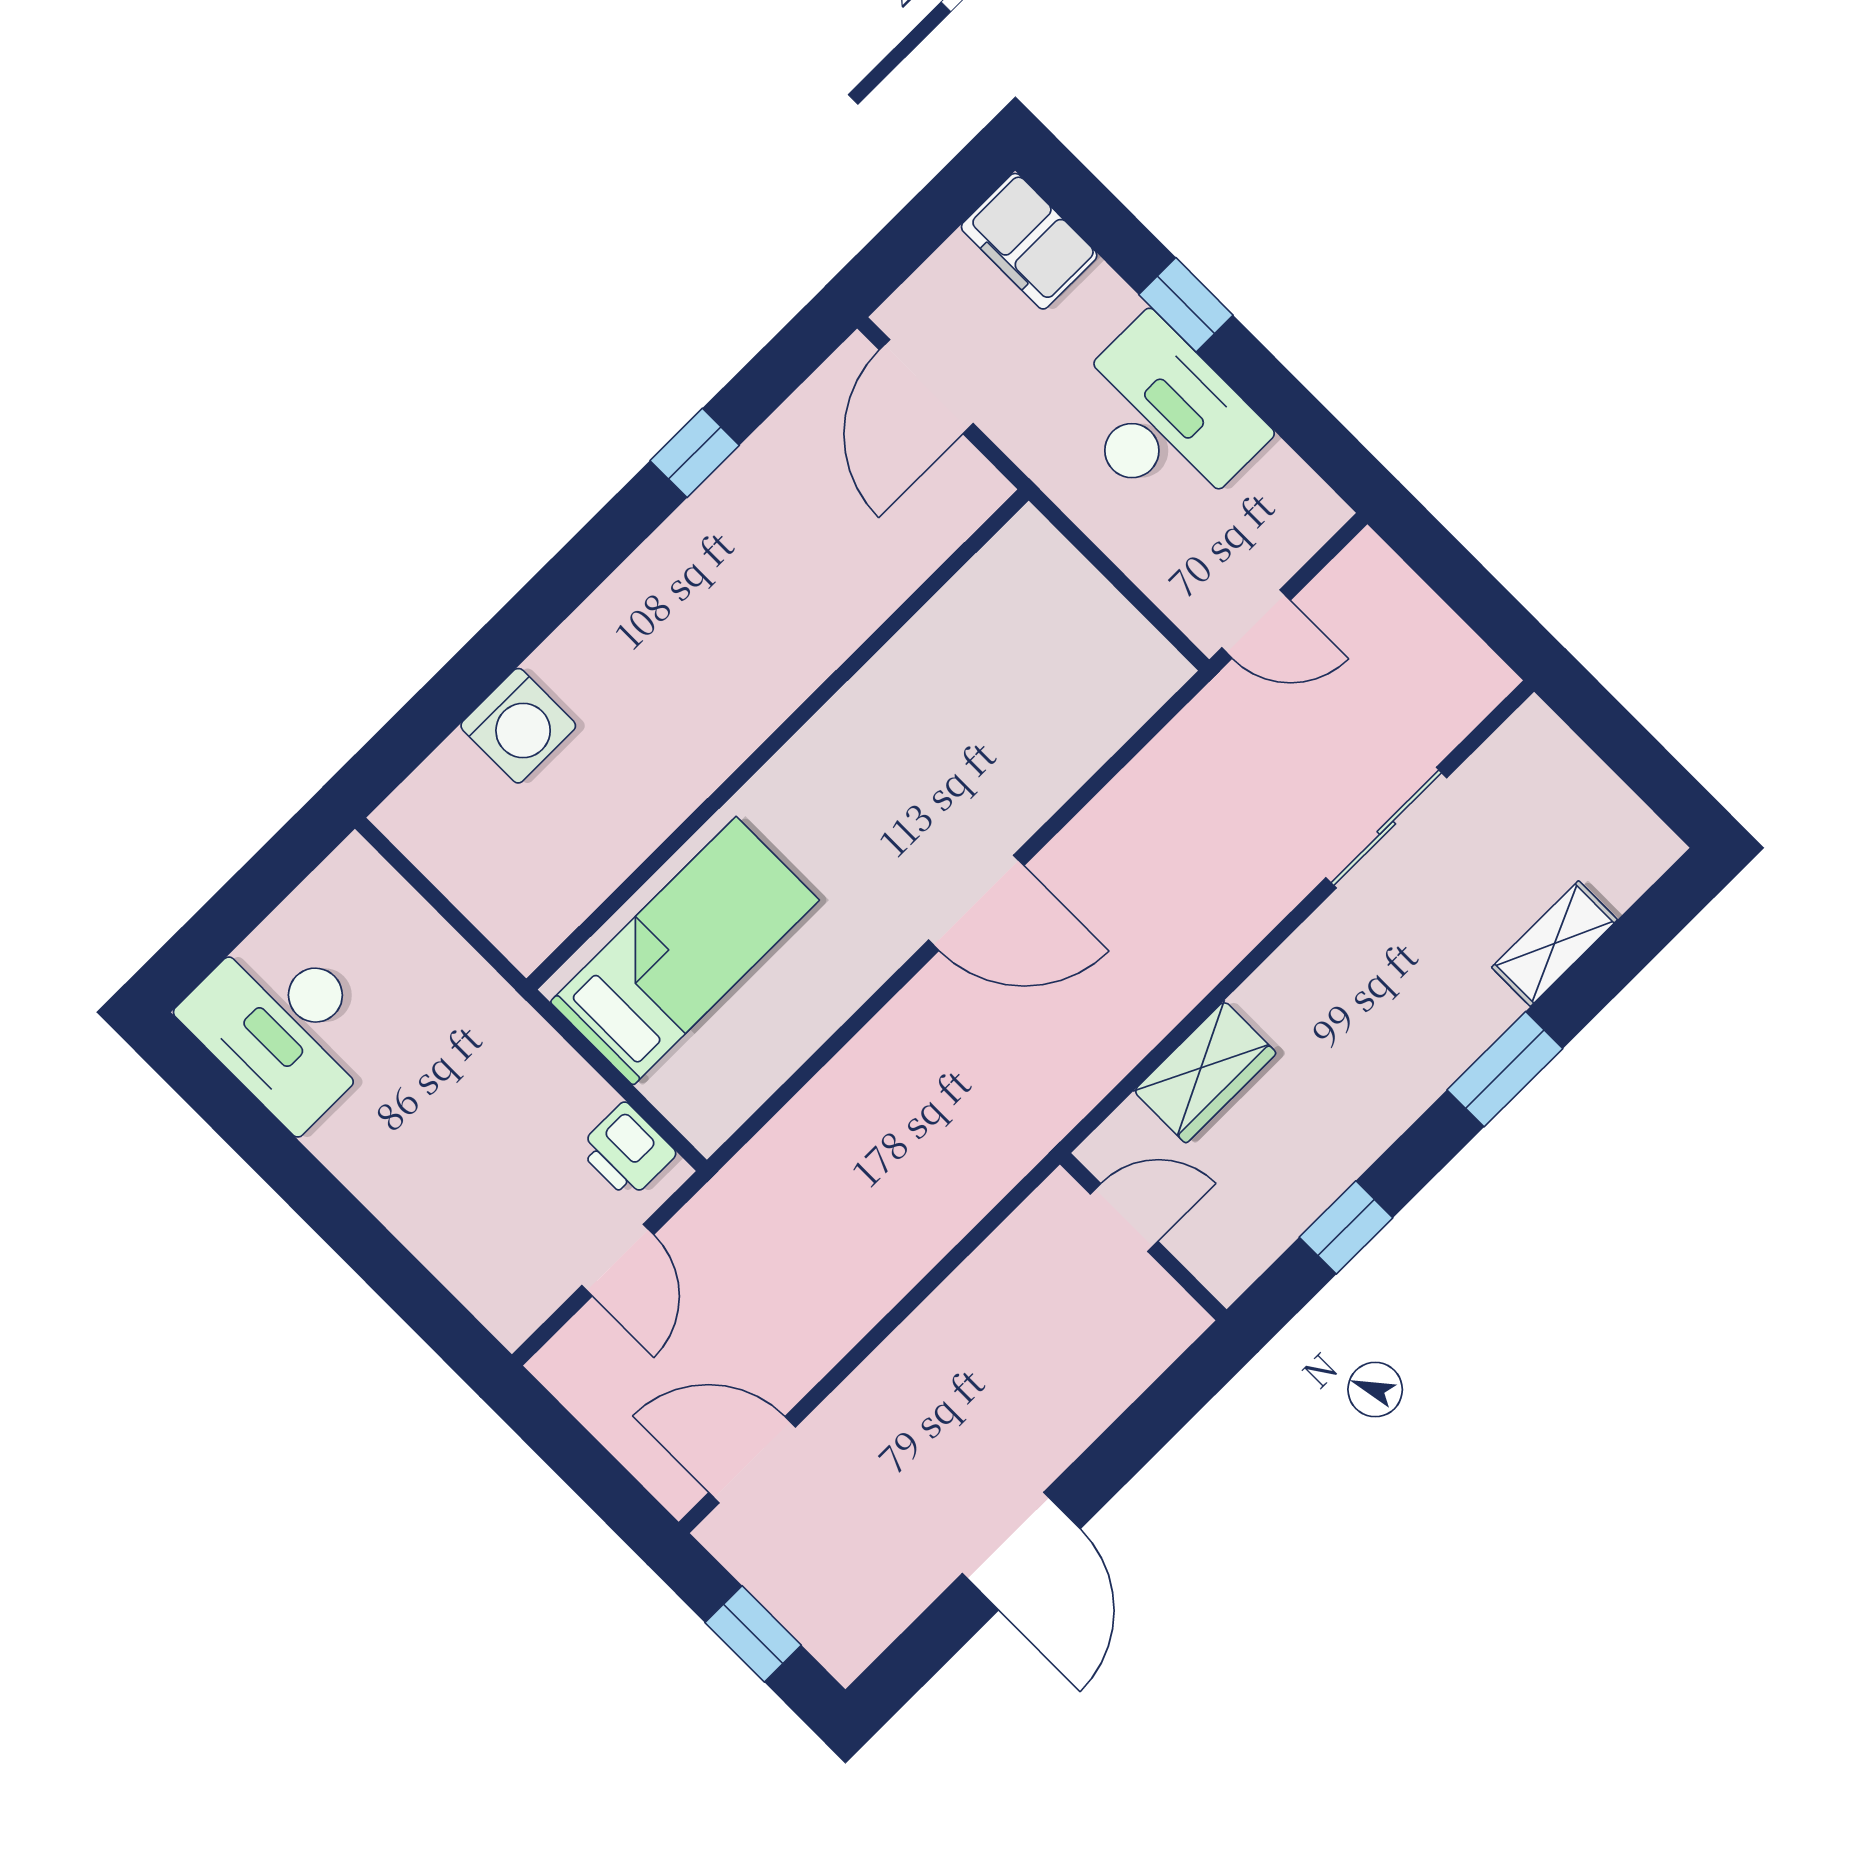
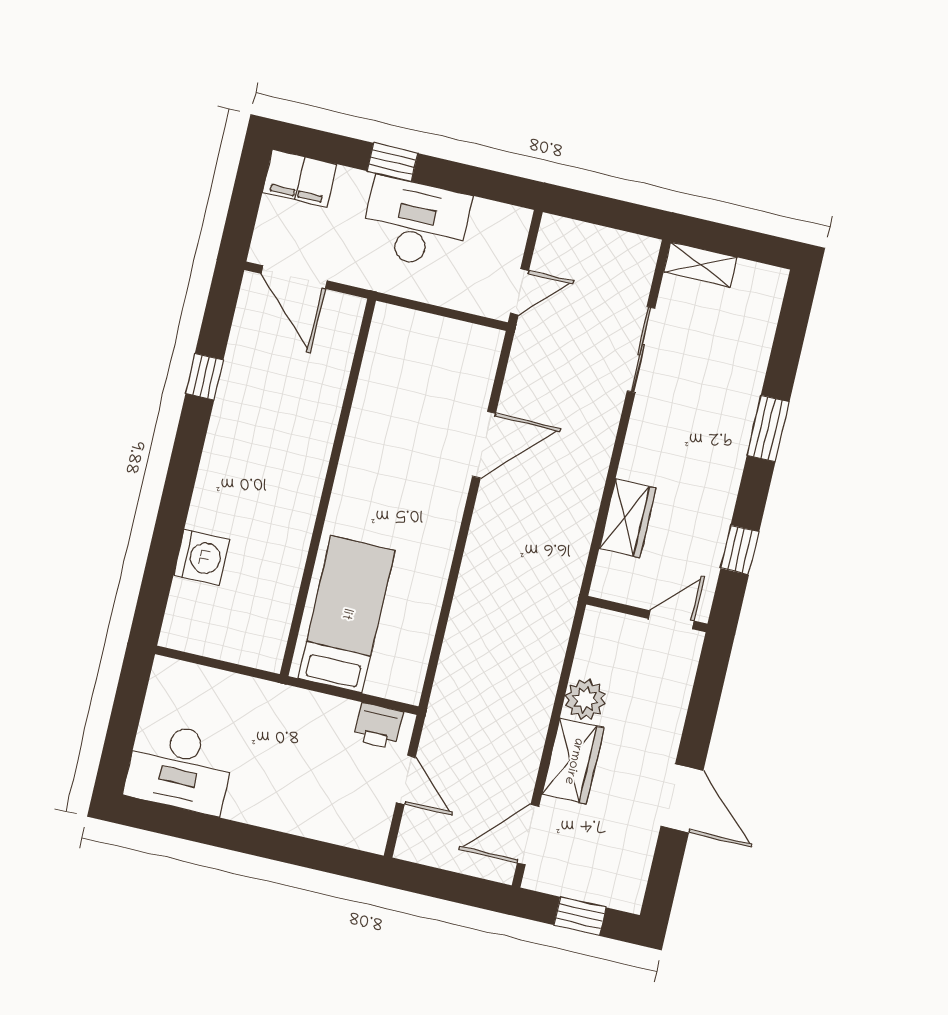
door: (976, 903) -> (484, 445), moved
shelving: (1554, 944) -> (700, 265), moved, turned 90
door: (1124, 1218) -> (671, 620), moved
plant: (968, 1308) -> (585, 699), added
wardrobe: (891, 1390) -> (573, 761), added

